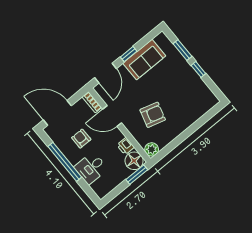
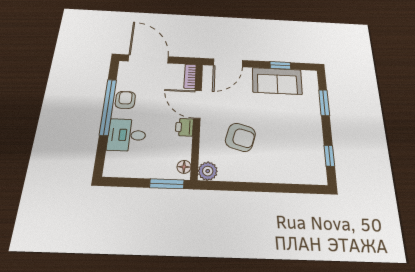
window: (129, 54) -> (280, 65), moved
window: (198, 69) -> (329, 156), moved
armchair: (81, 139) -> (125, 100), moved
printer: (126, 146) -> (184, 127), moved
floor lamp: (134, 161) -> (184, 167), width x0.53, depth x0.53

